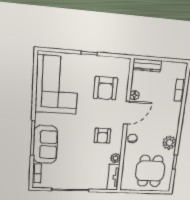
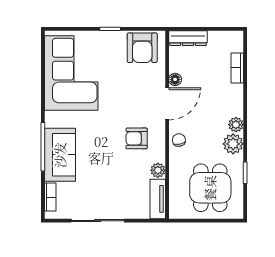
armchair: (105, 88) -> (142, 48), moved
plant: (173, 130) -> (236, 125), added
armchair: (102, 136) -> (137, 138), turned 90

